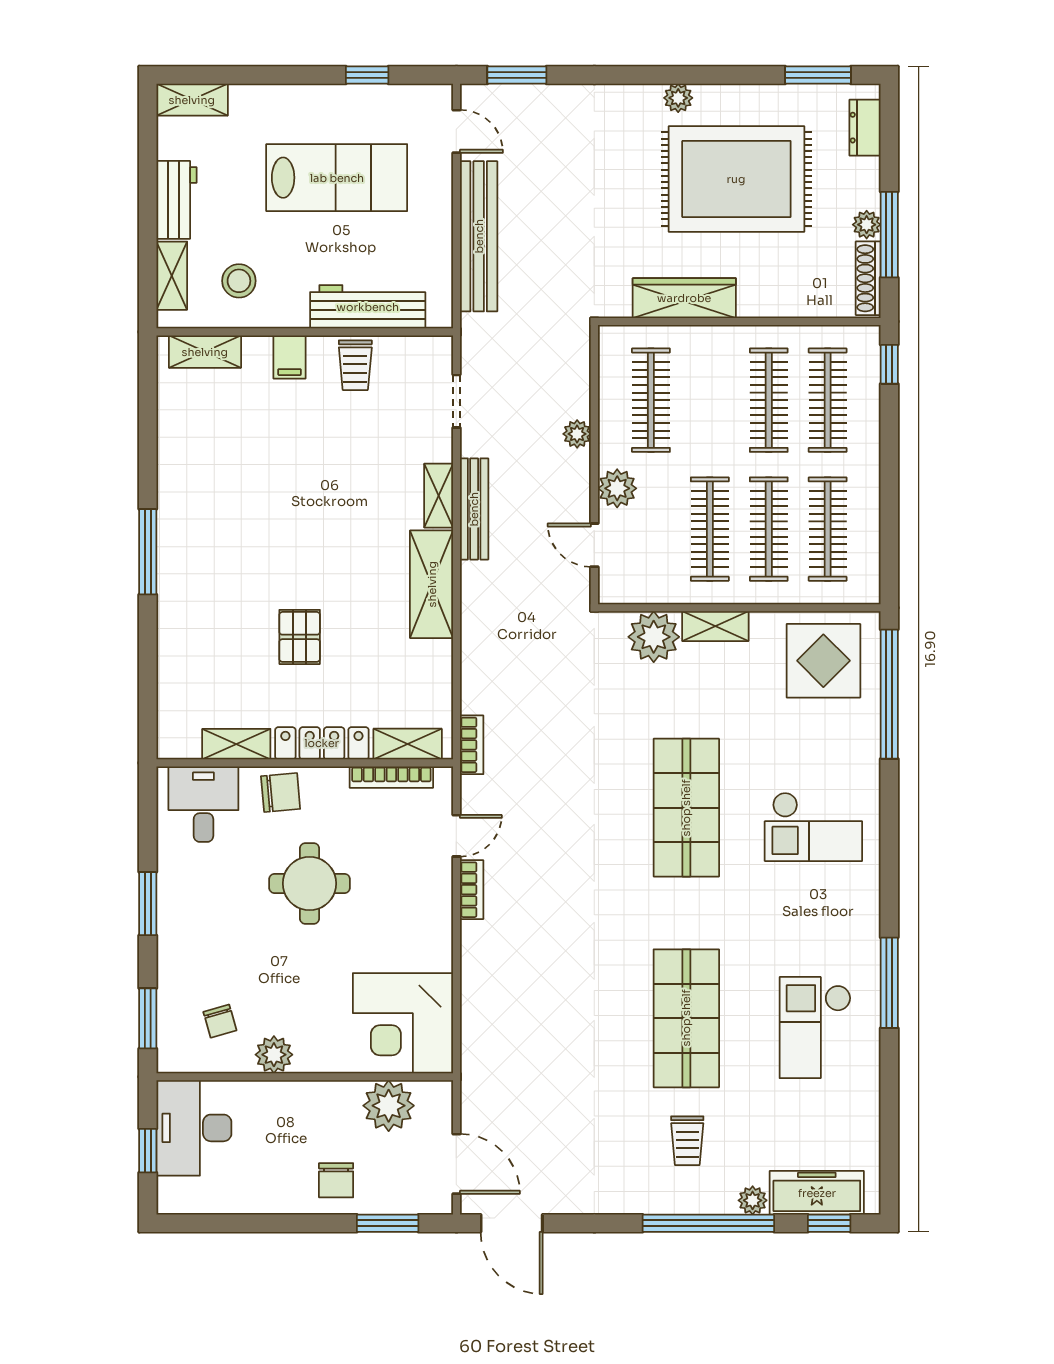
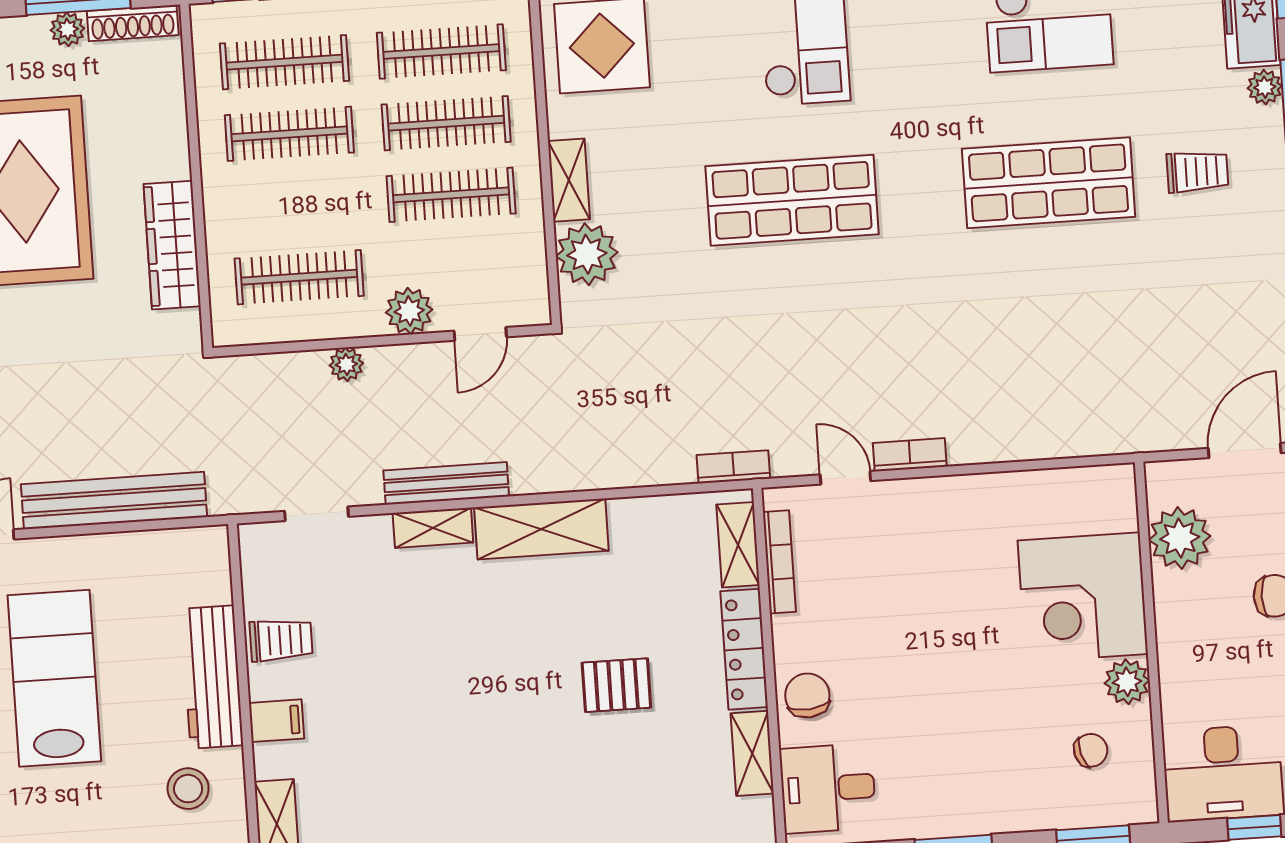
workbench: (368, 307) -> (212, 677), moved
round table: (310, 883) -> (916, 653), removed
corner desk: (403, 1023) -> (1083, 597), moved, turned 90

